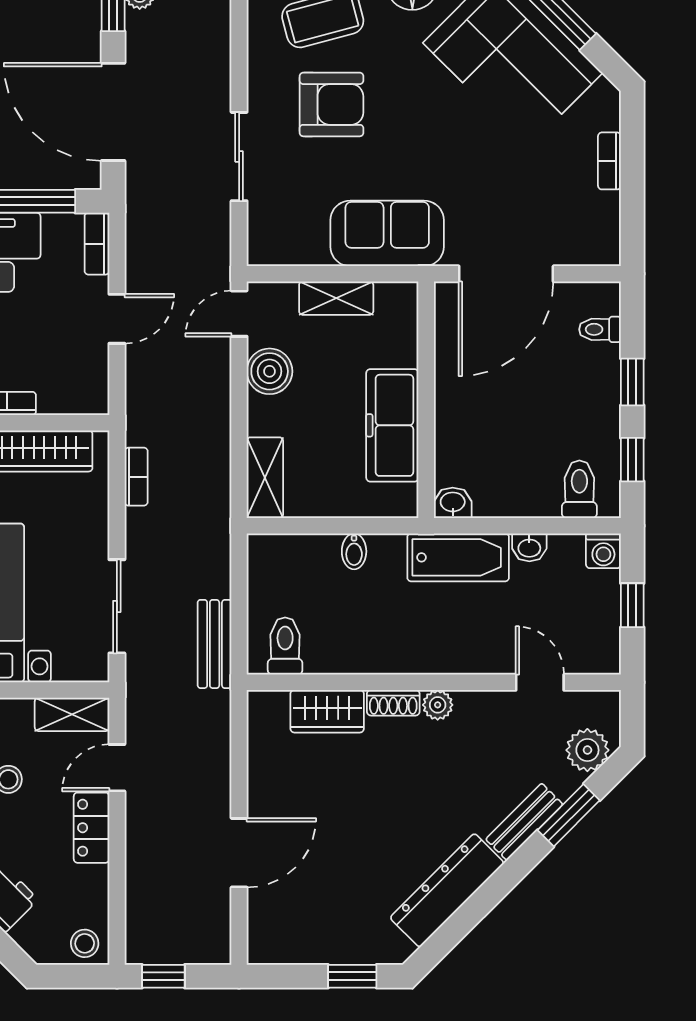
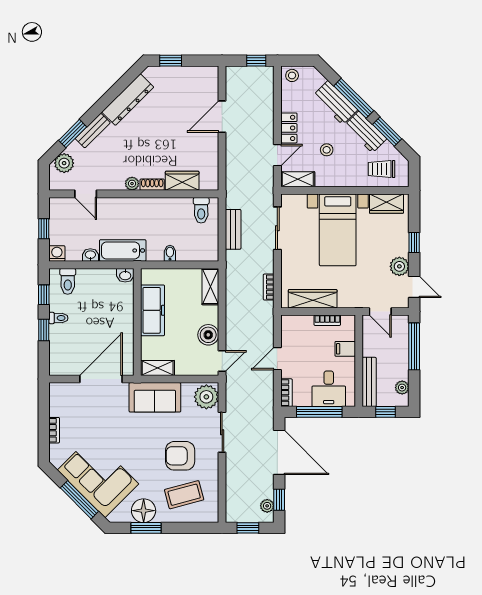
plant: (274, 235) -> (206, 397), added
shelving: (336, 298) -> (158, 368), moved
toilet: (600, 329) -> (58, 318), moved
bench: (215, 644) -> (233, 229), moved

